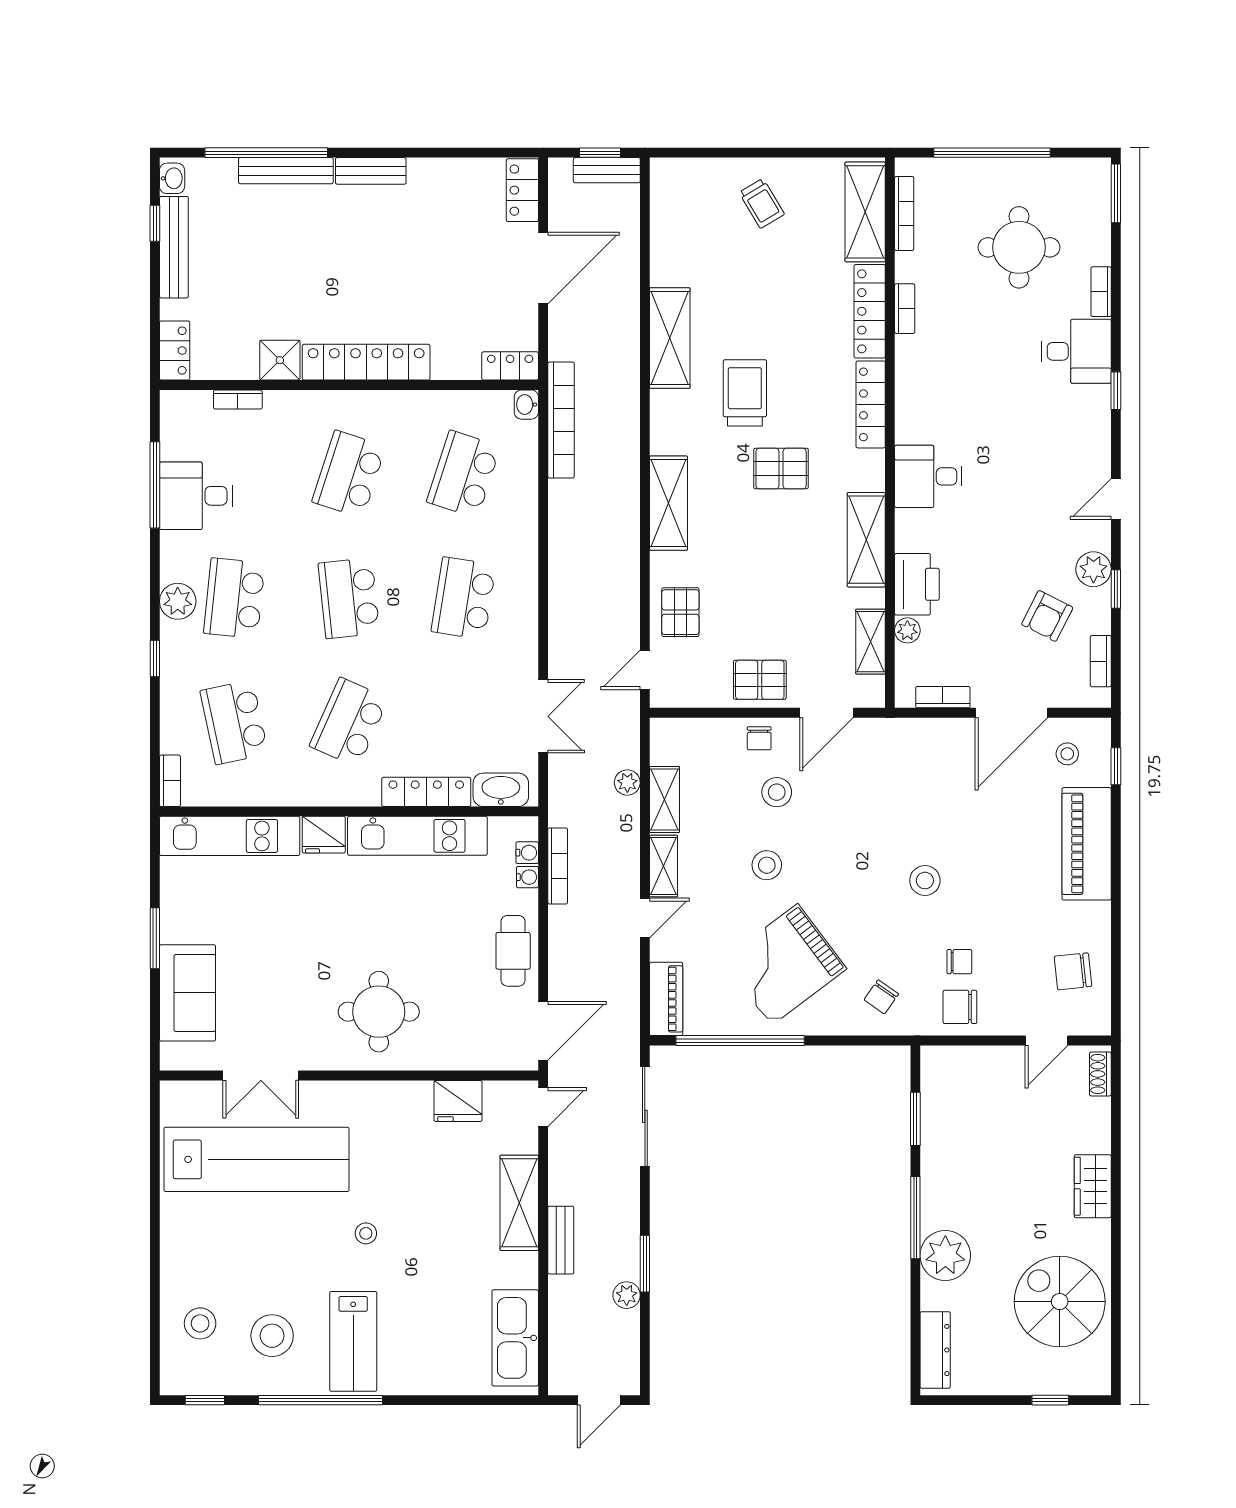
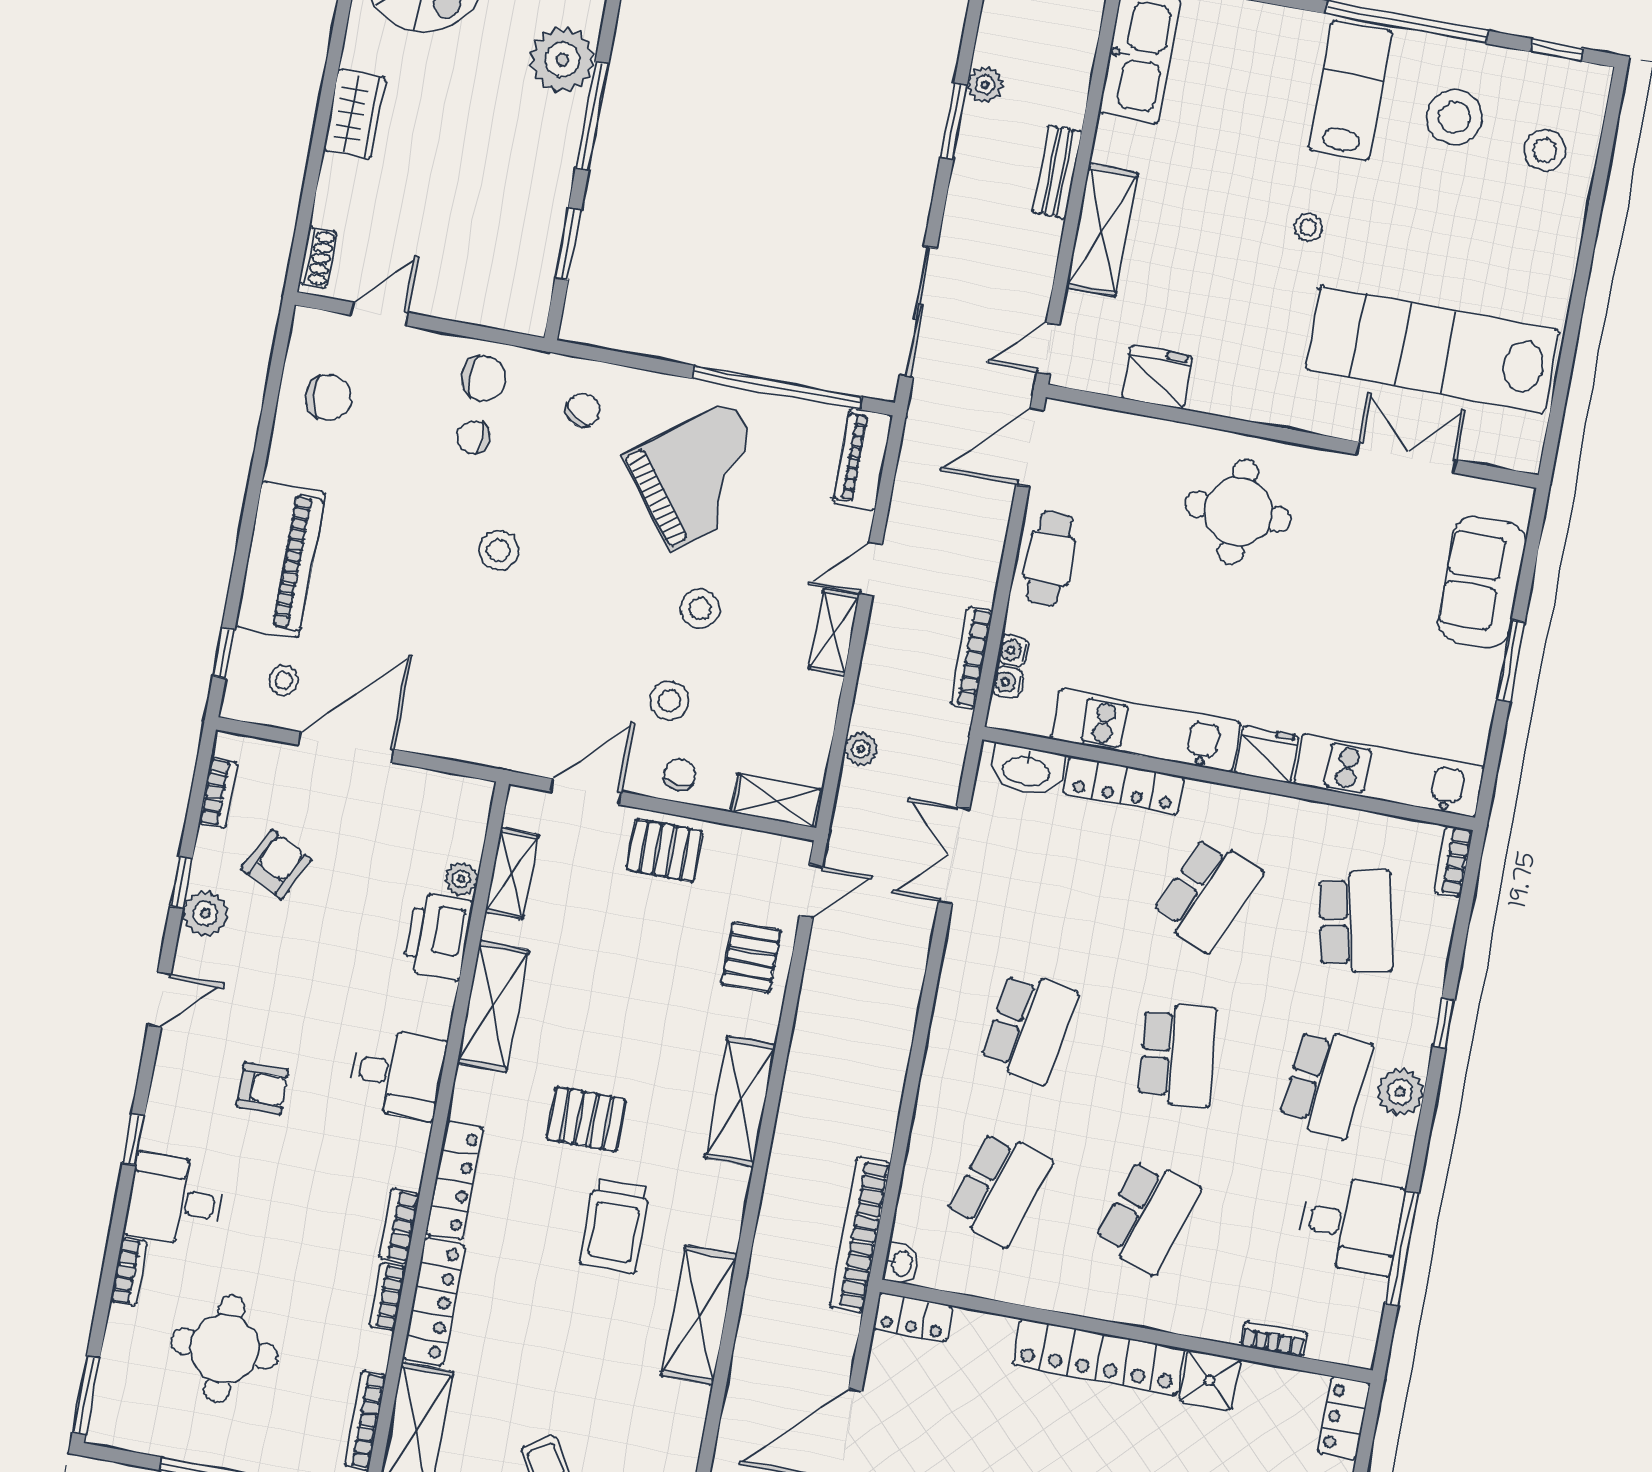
armchair: (1027, 447) -> (262, 1088), added
bookcase: (943, 697) -> (400, 1226), moved, turned 90
shelving: (665, 799) -> (777, 801), moved, turned 90

